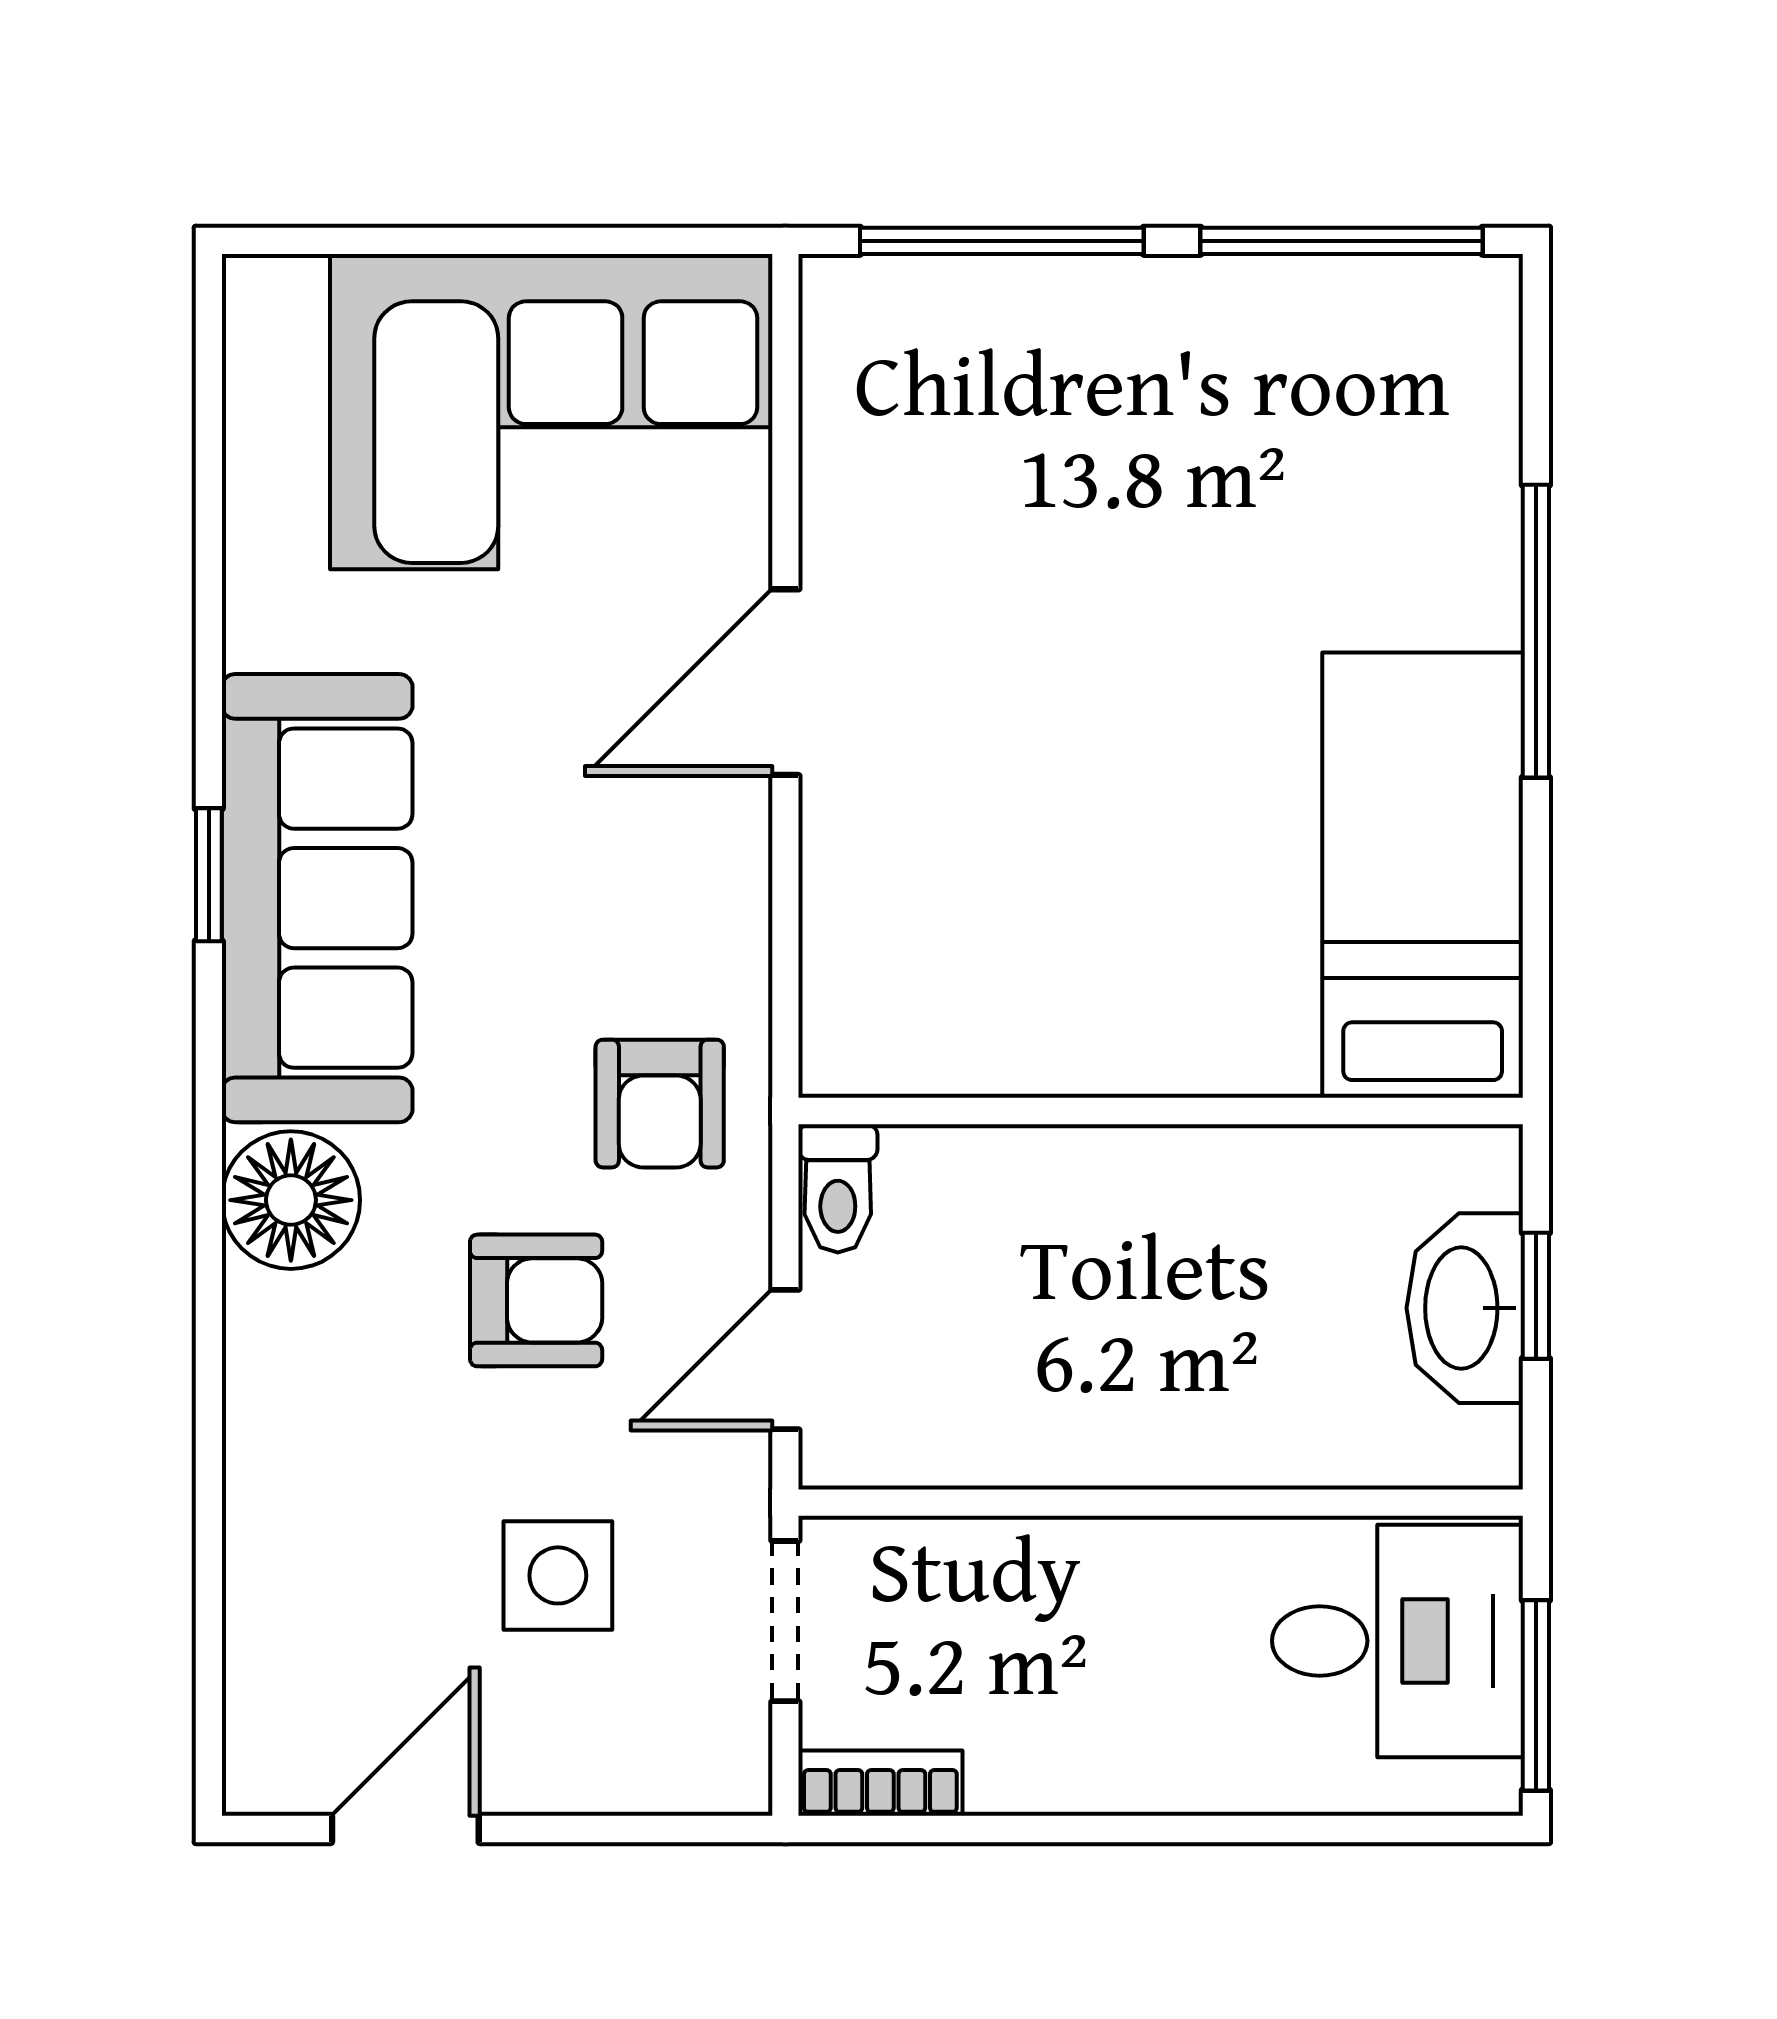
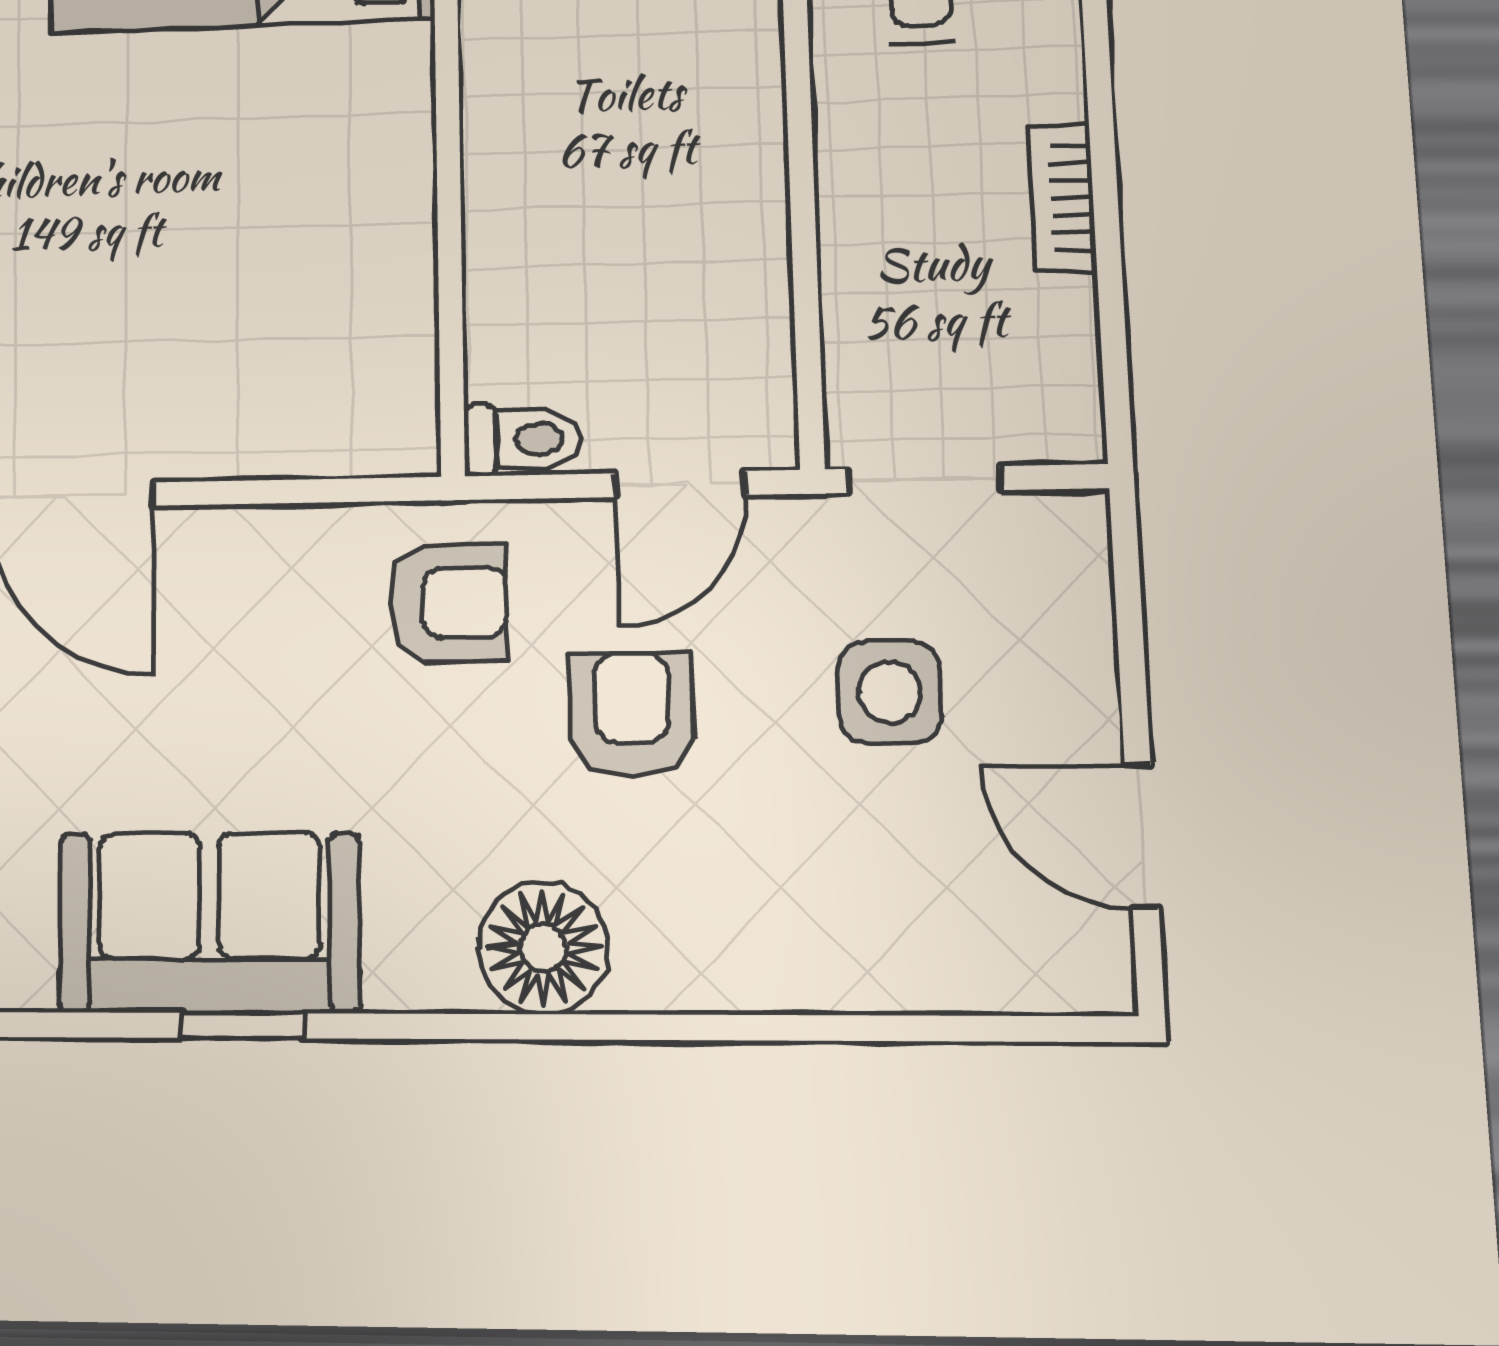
sofa: (317, 898) -> (209, 923), width x0.73
door: (785, 1360) -> (680, 484), hinge flipped
bookcase: (880, 1783) -> (1062, 198), moved

